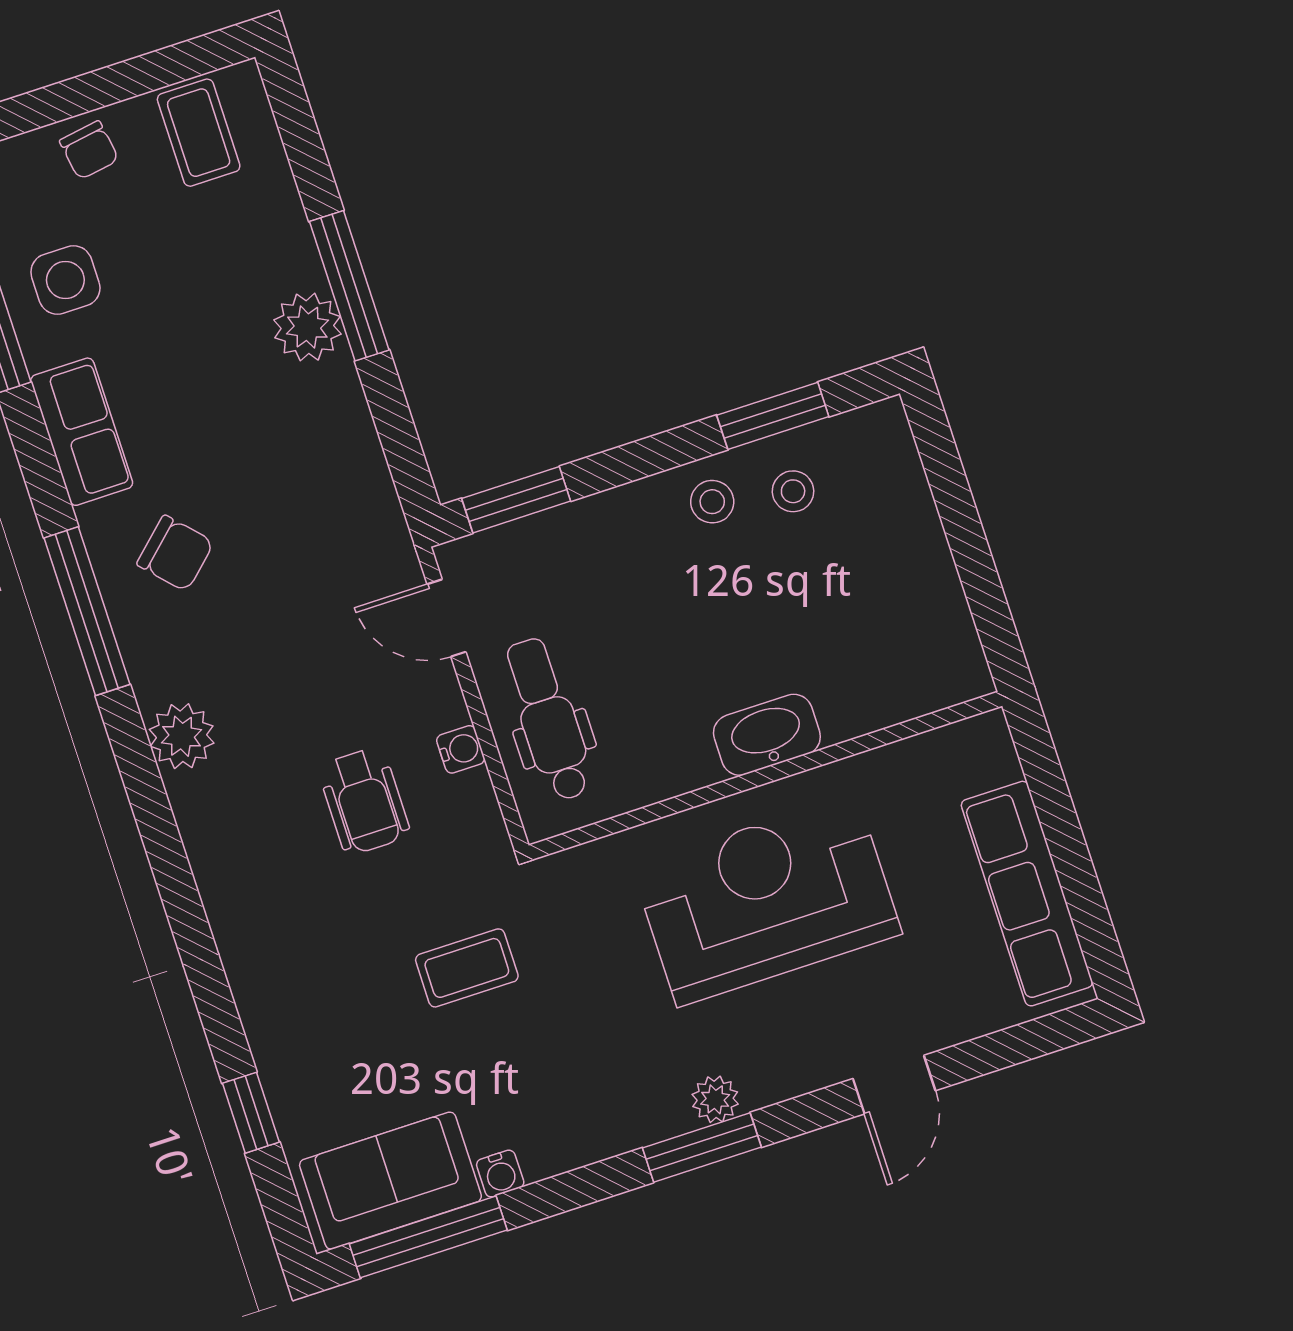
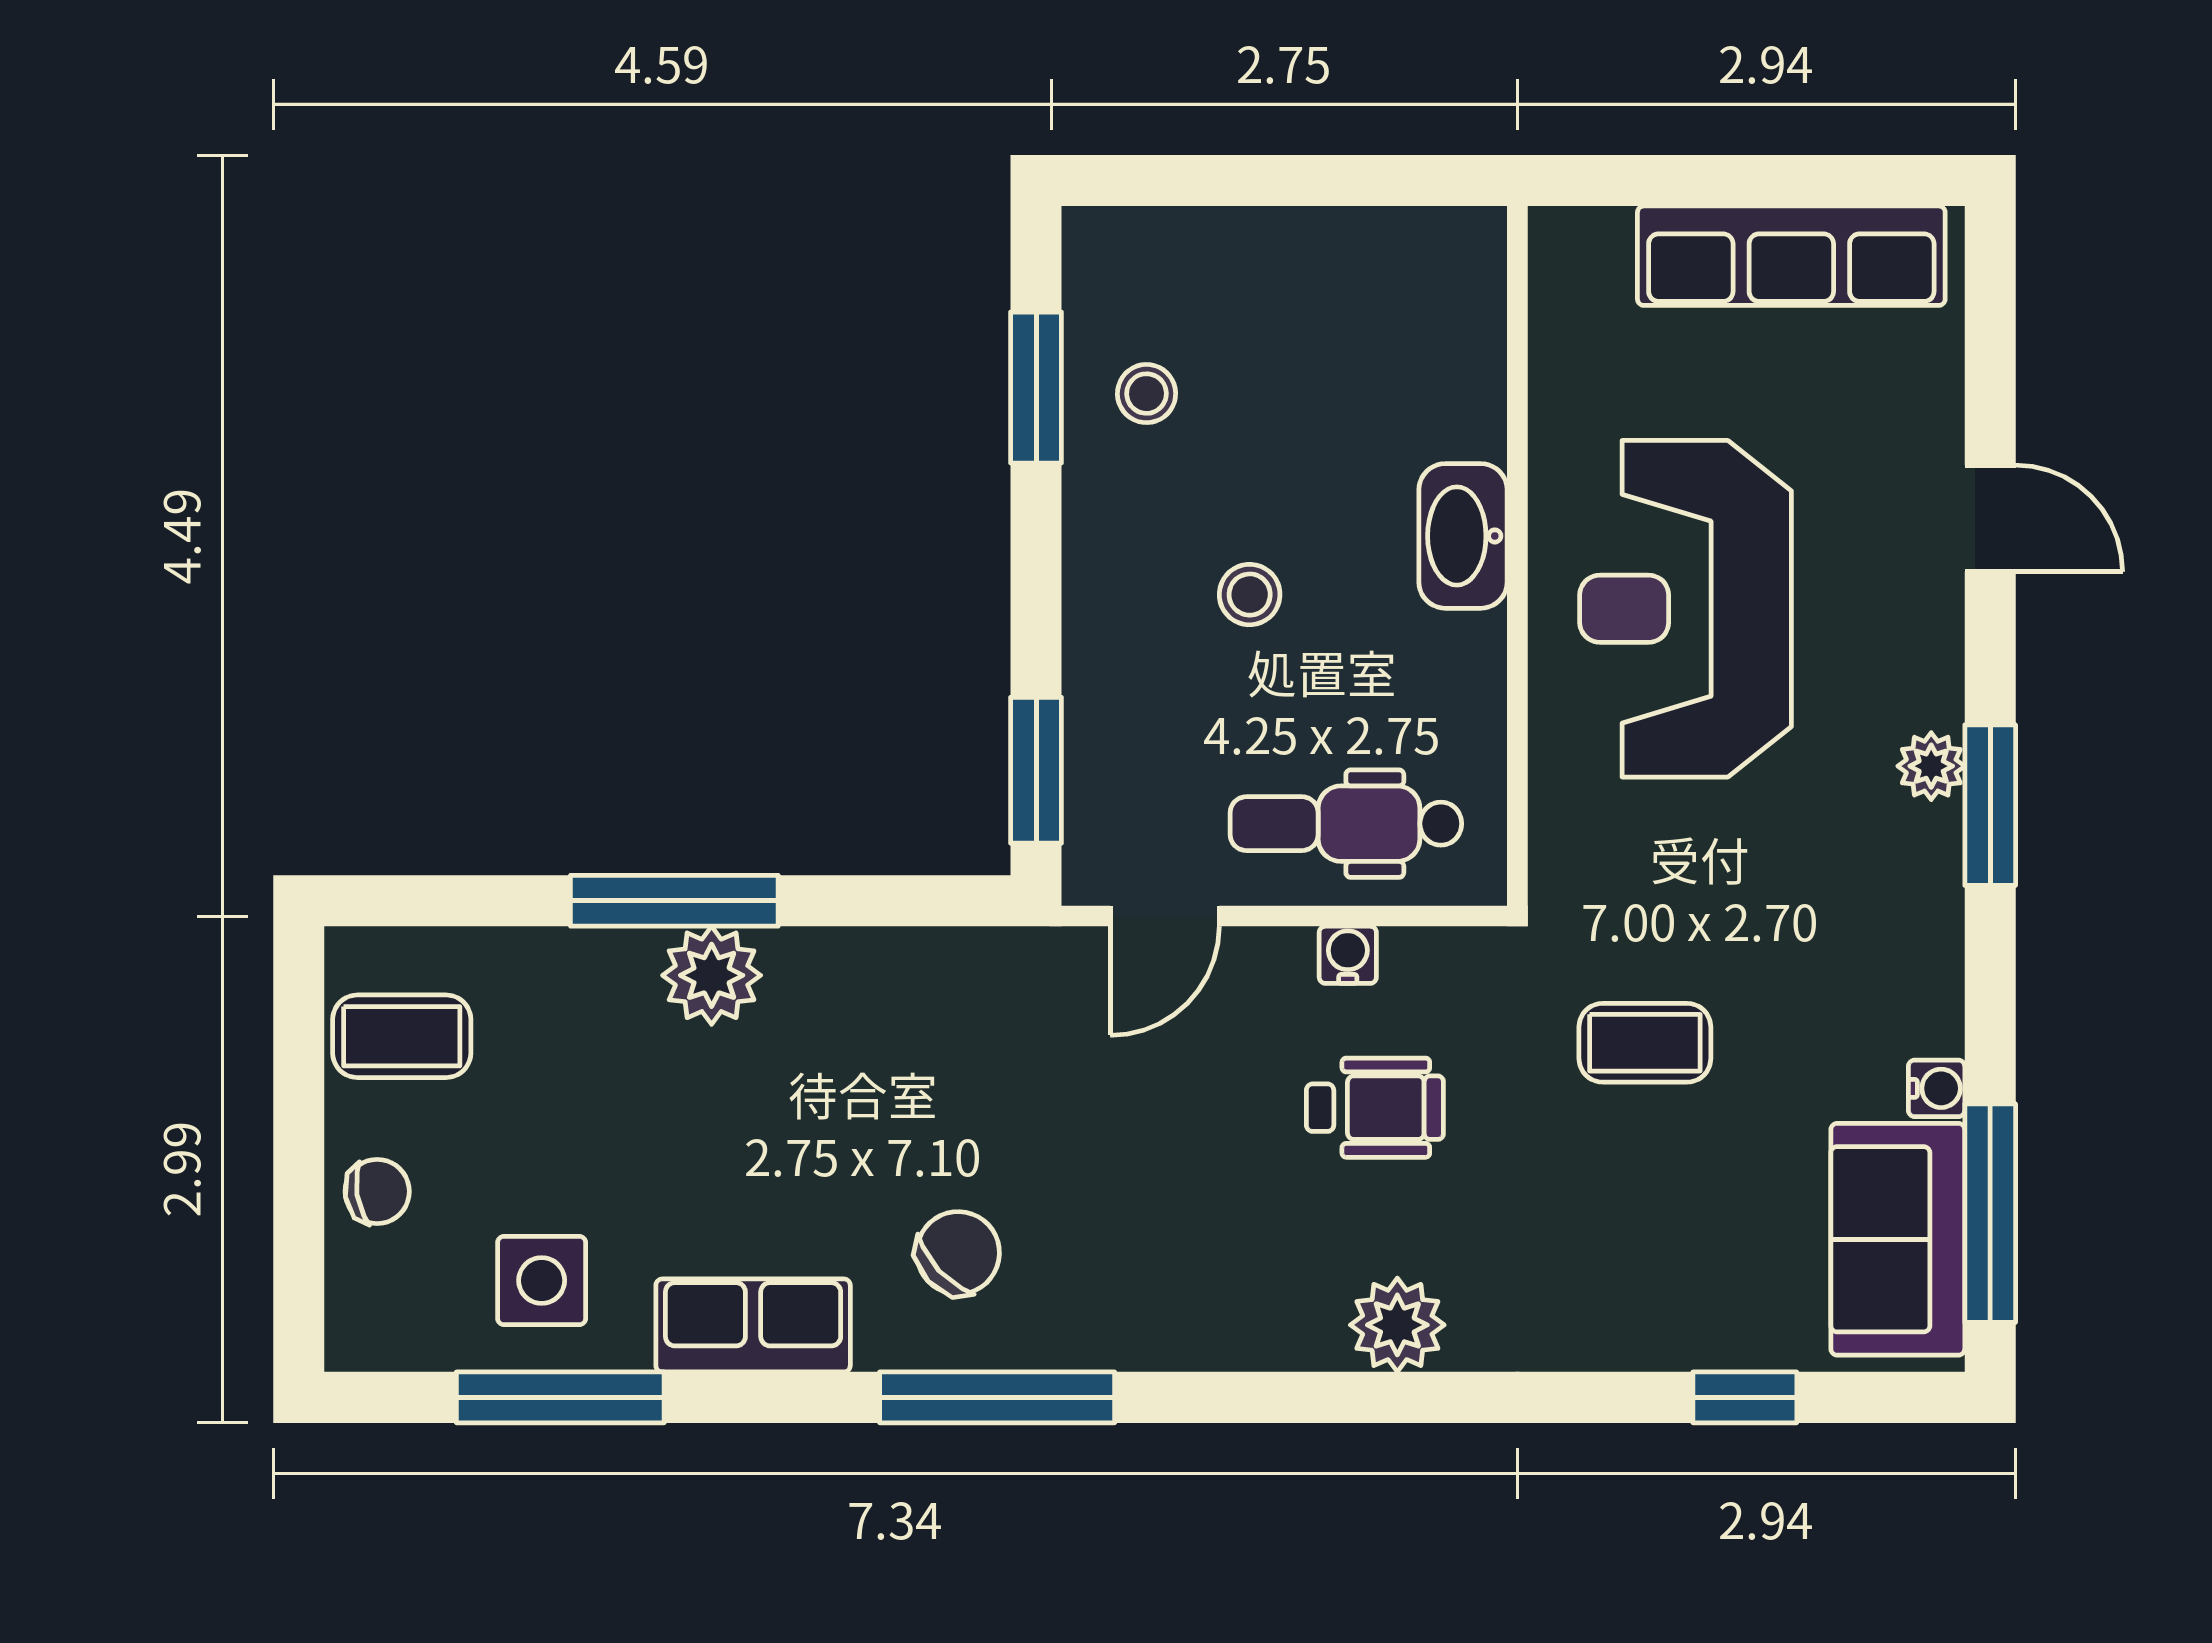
stool: (712, 502) -> (1250, 595), moved
plant: (182, 736) -> (1397, 1325), moved
coffee table: (467, 968) -> (1645, 1043), turned 90

